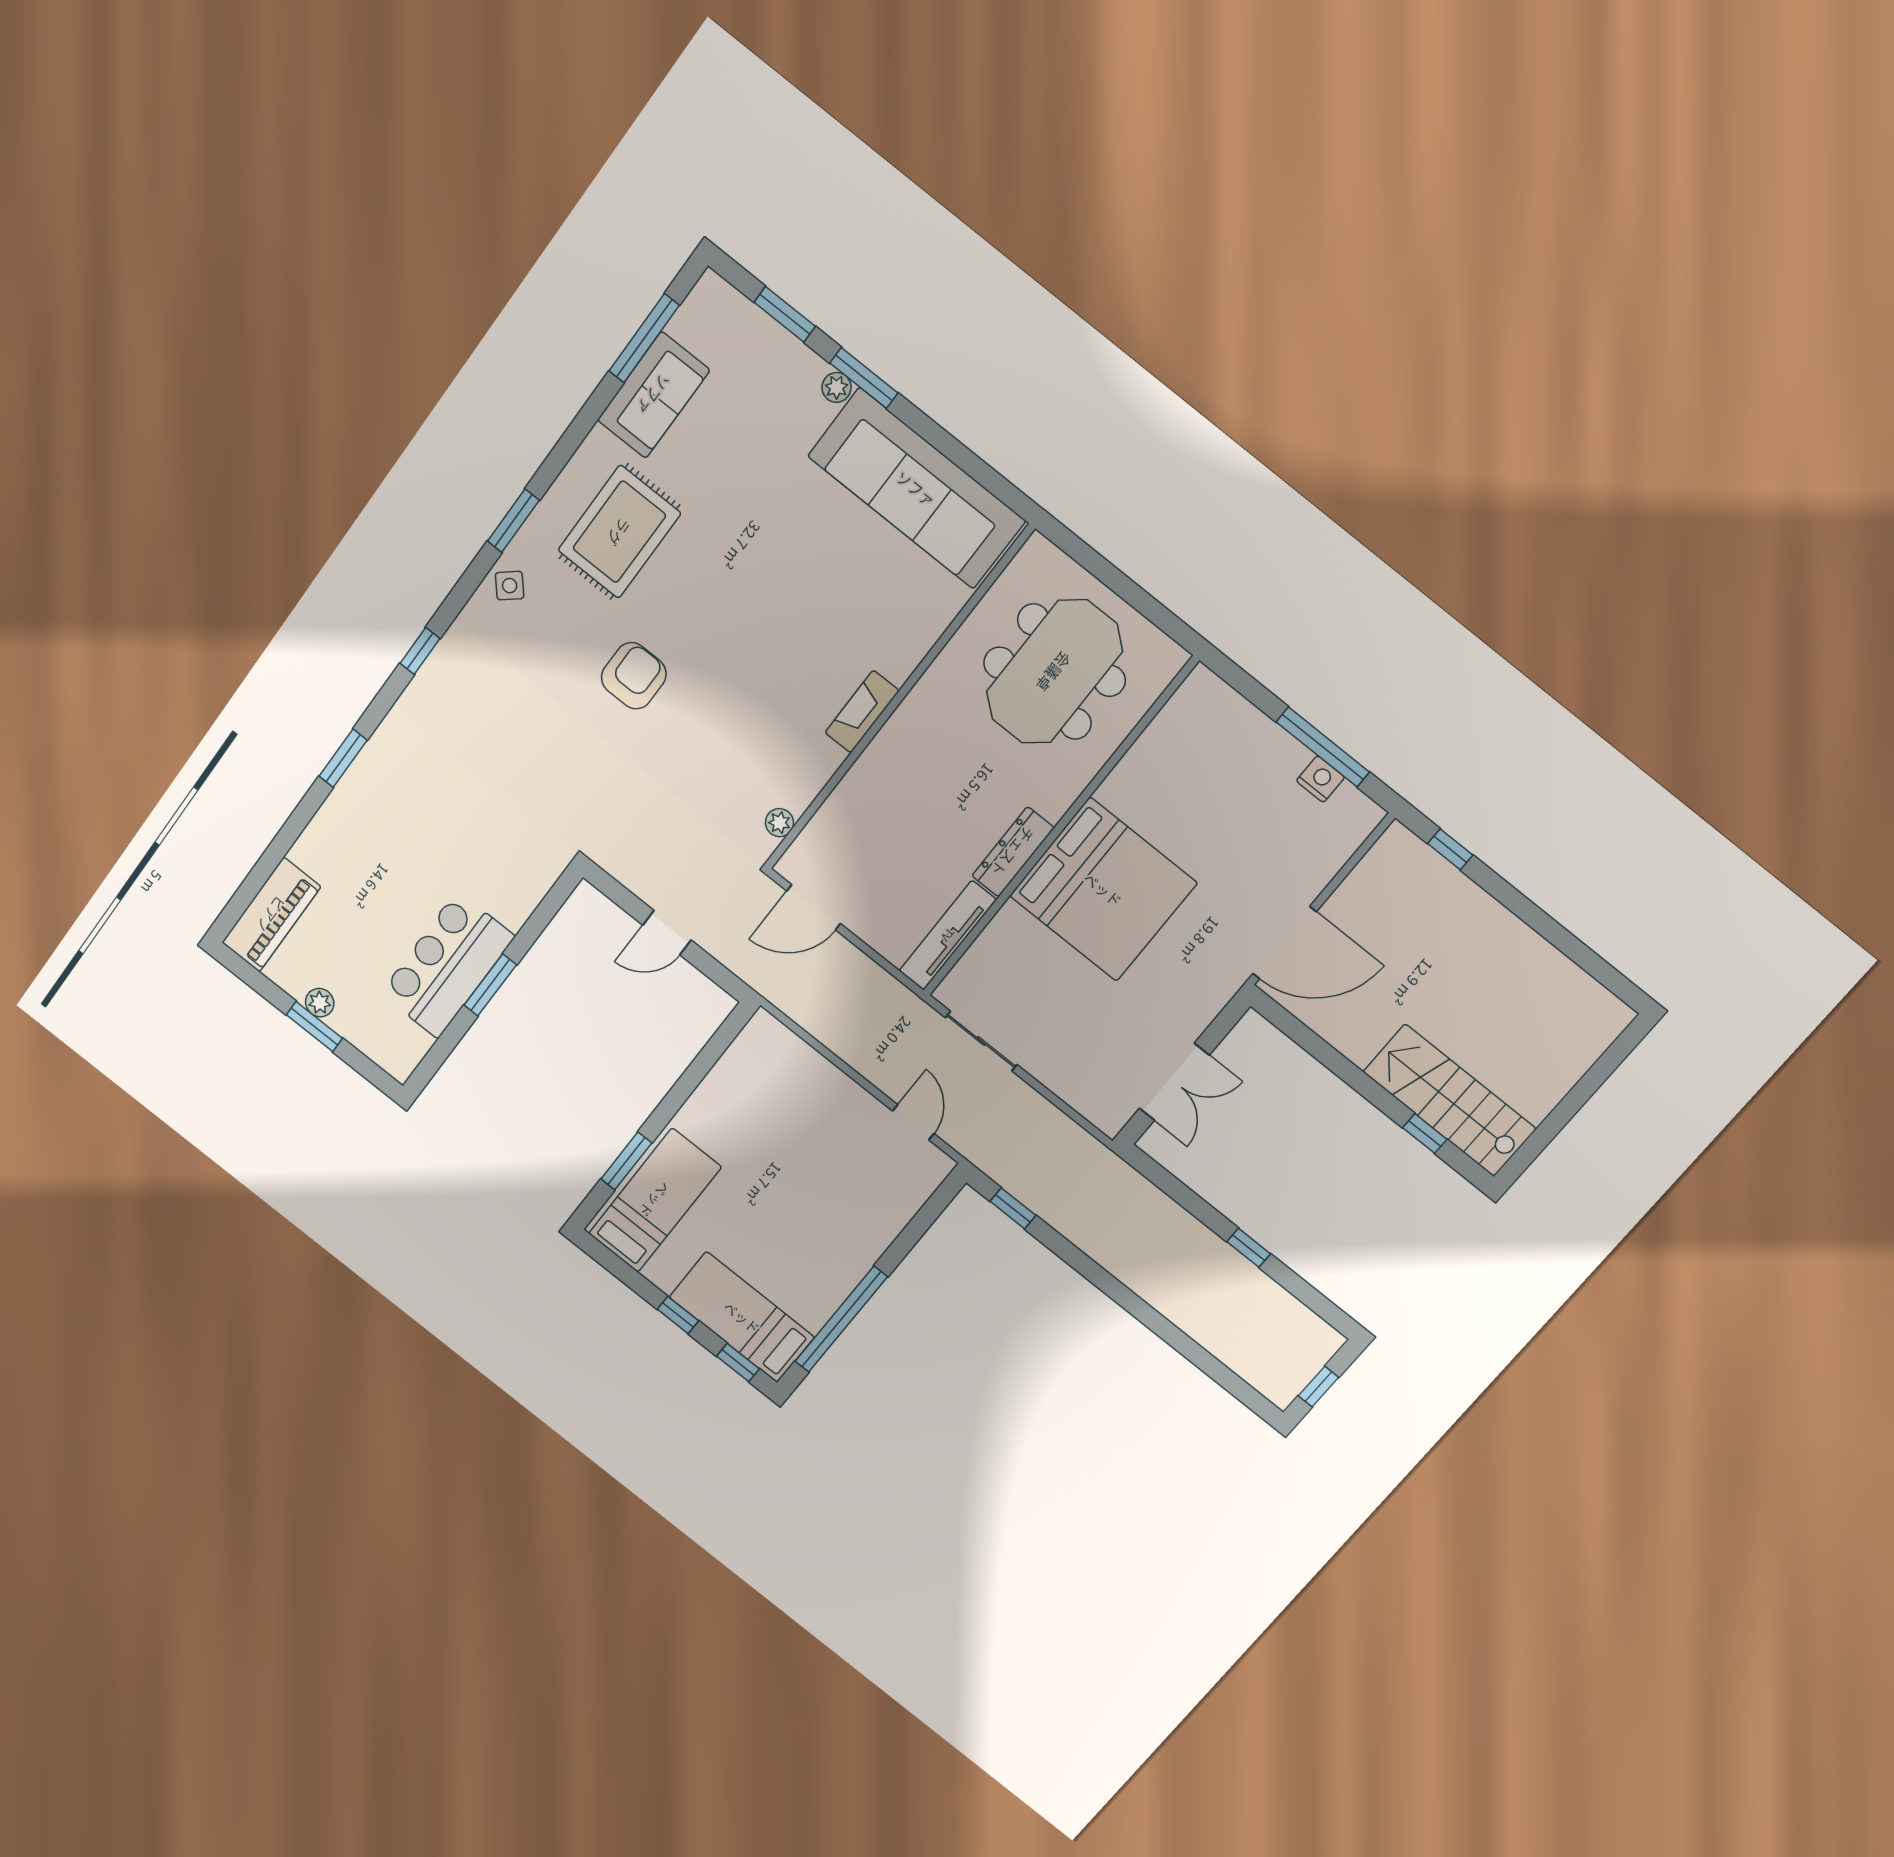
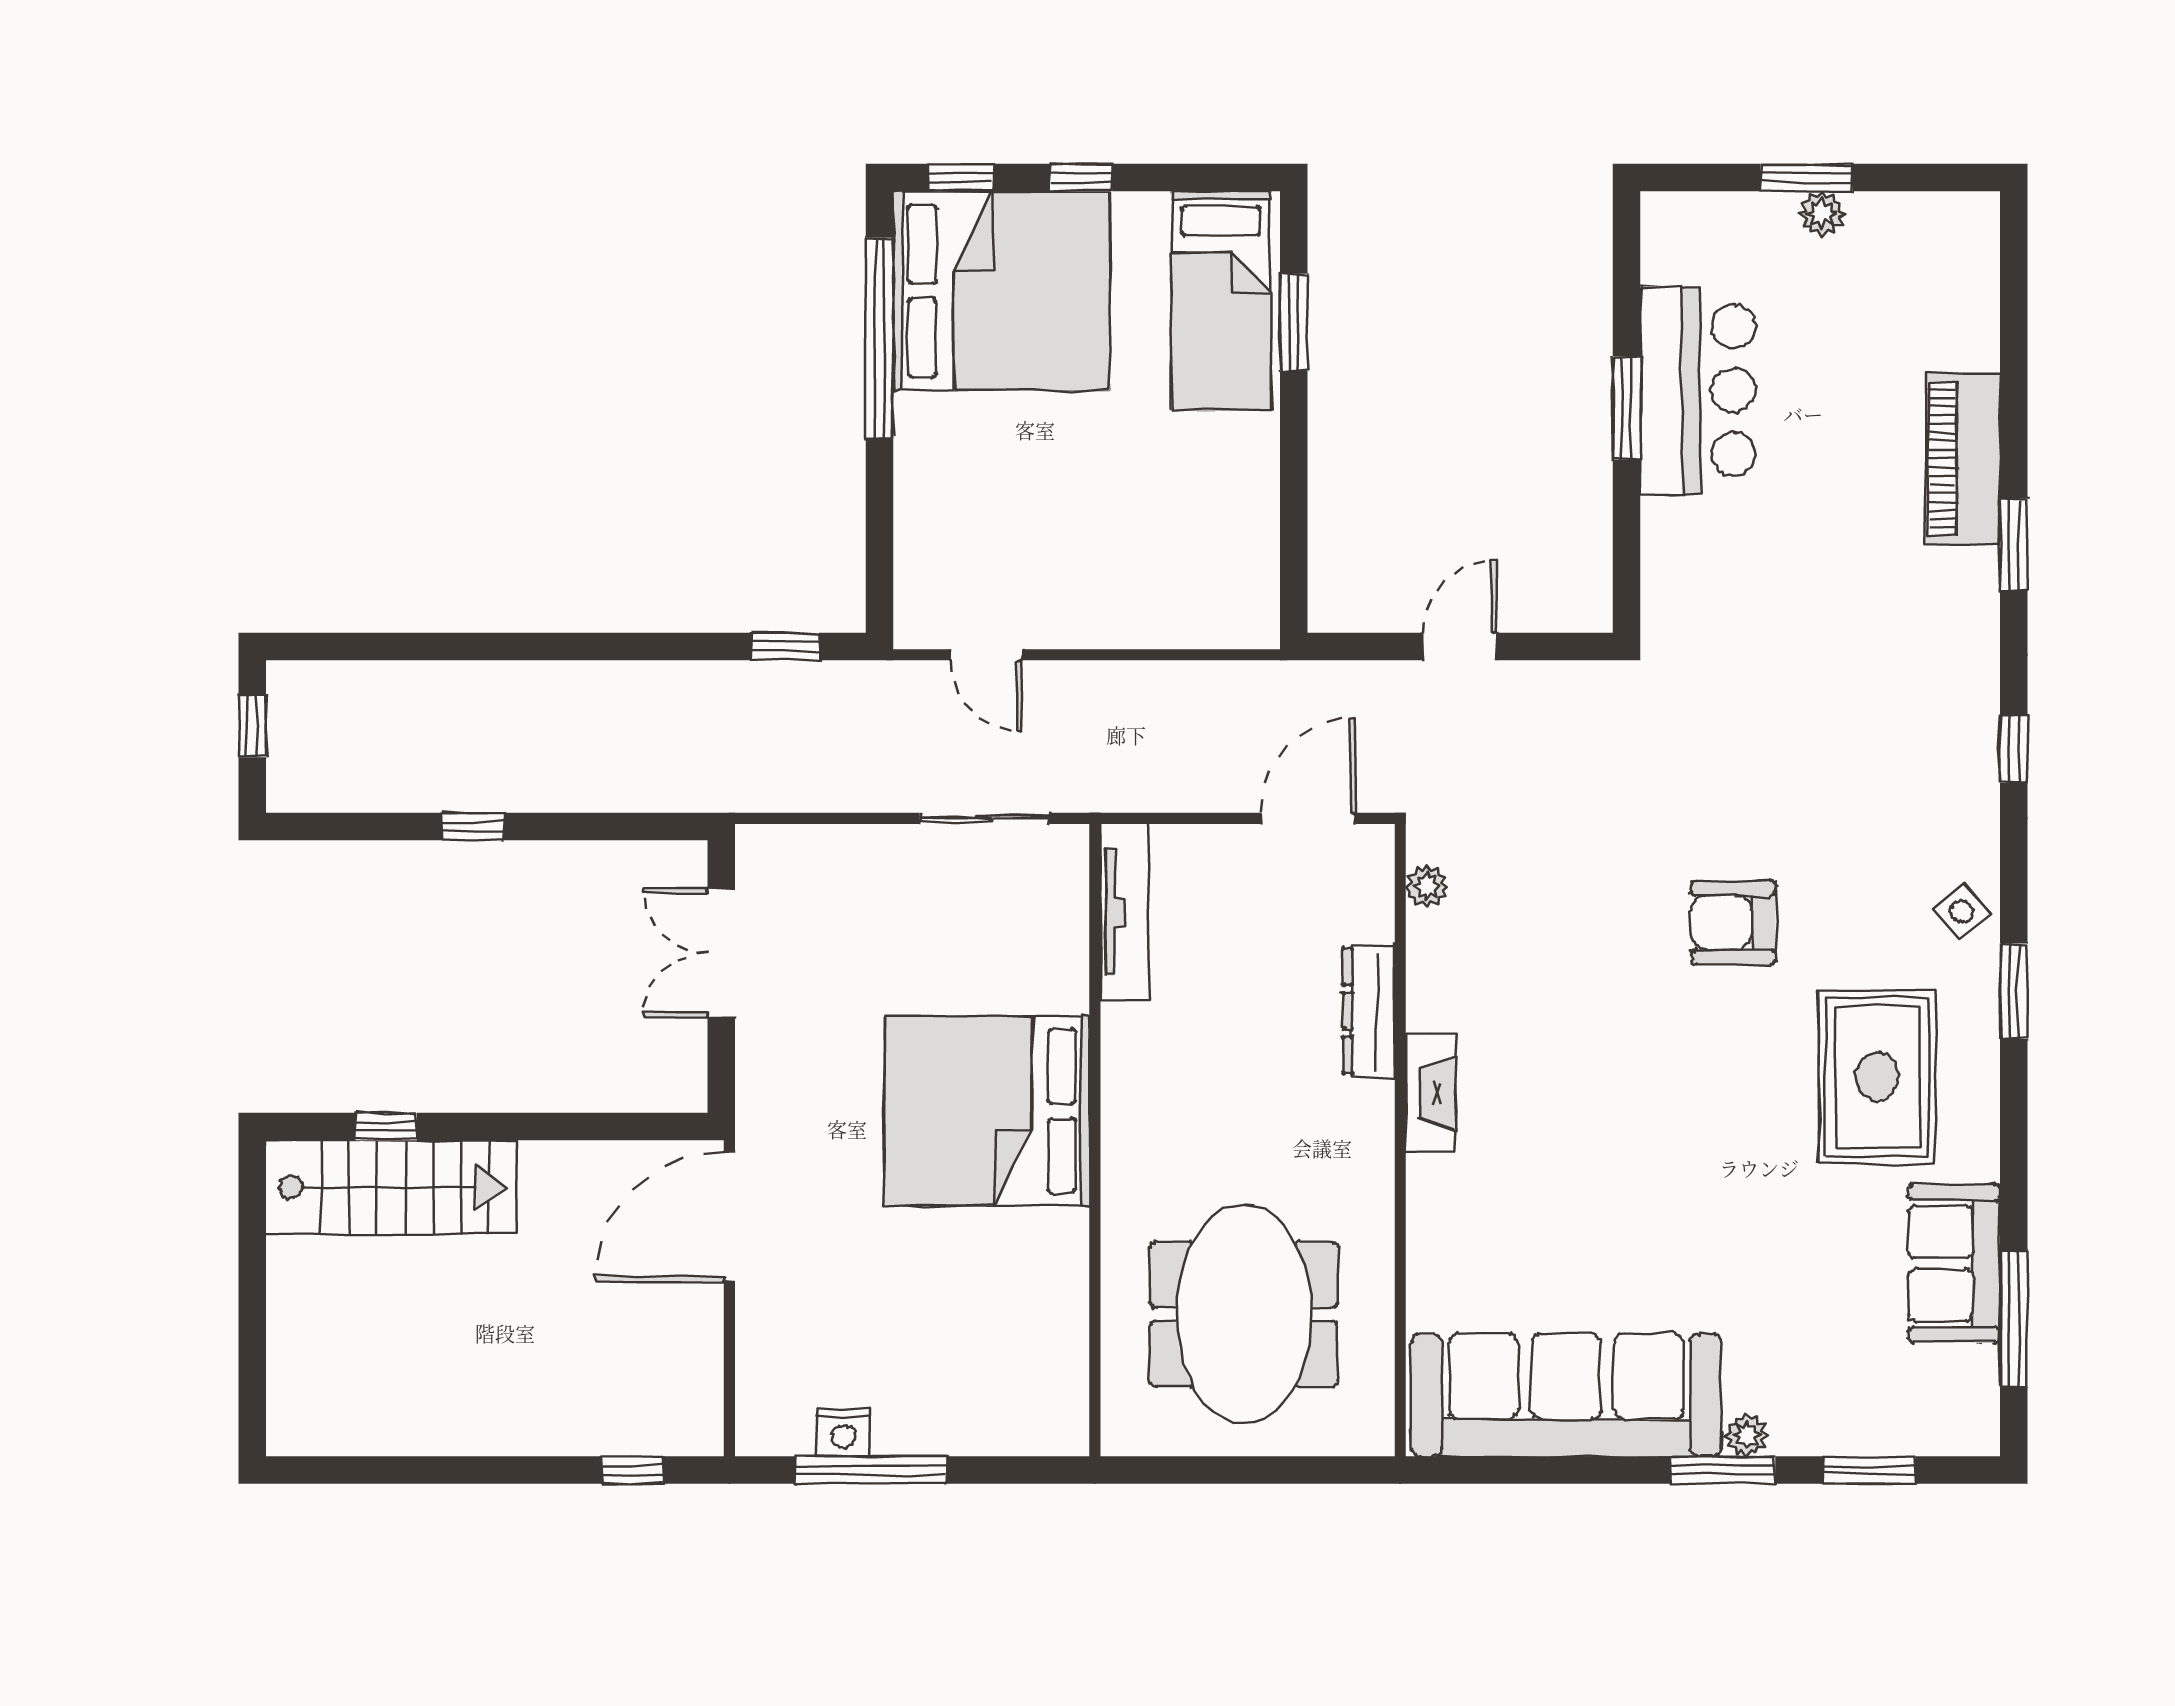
armchair: (634, 676) -> (1733, 922), turned 90
dresser: (1013, 852) -> (1369, 1011), moved, turned 180
piano: (271, 915) -> (1963, 459), moved
bed: (742, 1317) -> (1001, 291), width x2.04

